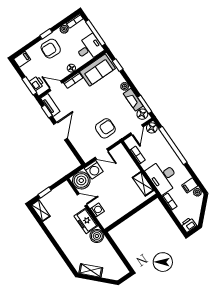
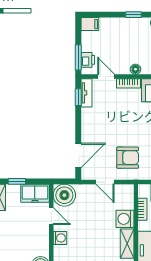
armchair: (51, 49) -> (128, 34), removed
door: (61, 131) -> (78, 155), moved
washing machine: (94, 170) -> (125, 219), moved, turned 90
freezer: (86, 221) -> (35, 193), moved, turned -90

